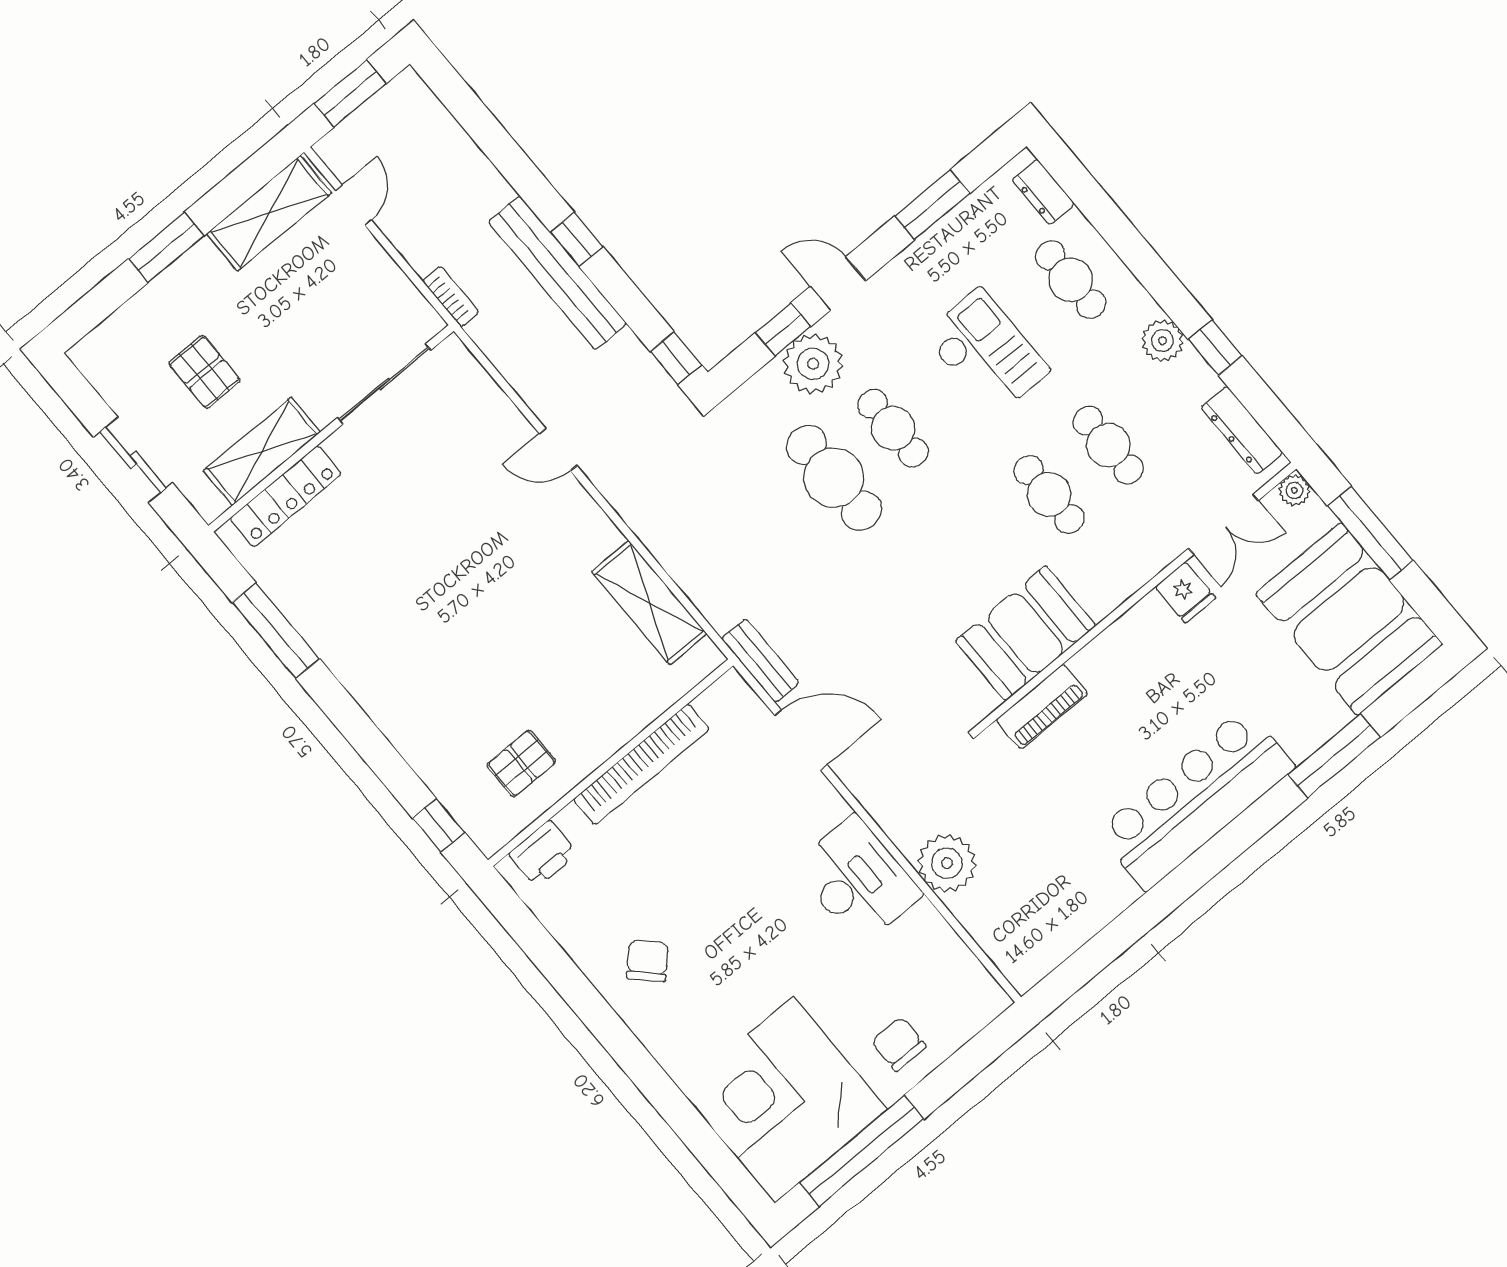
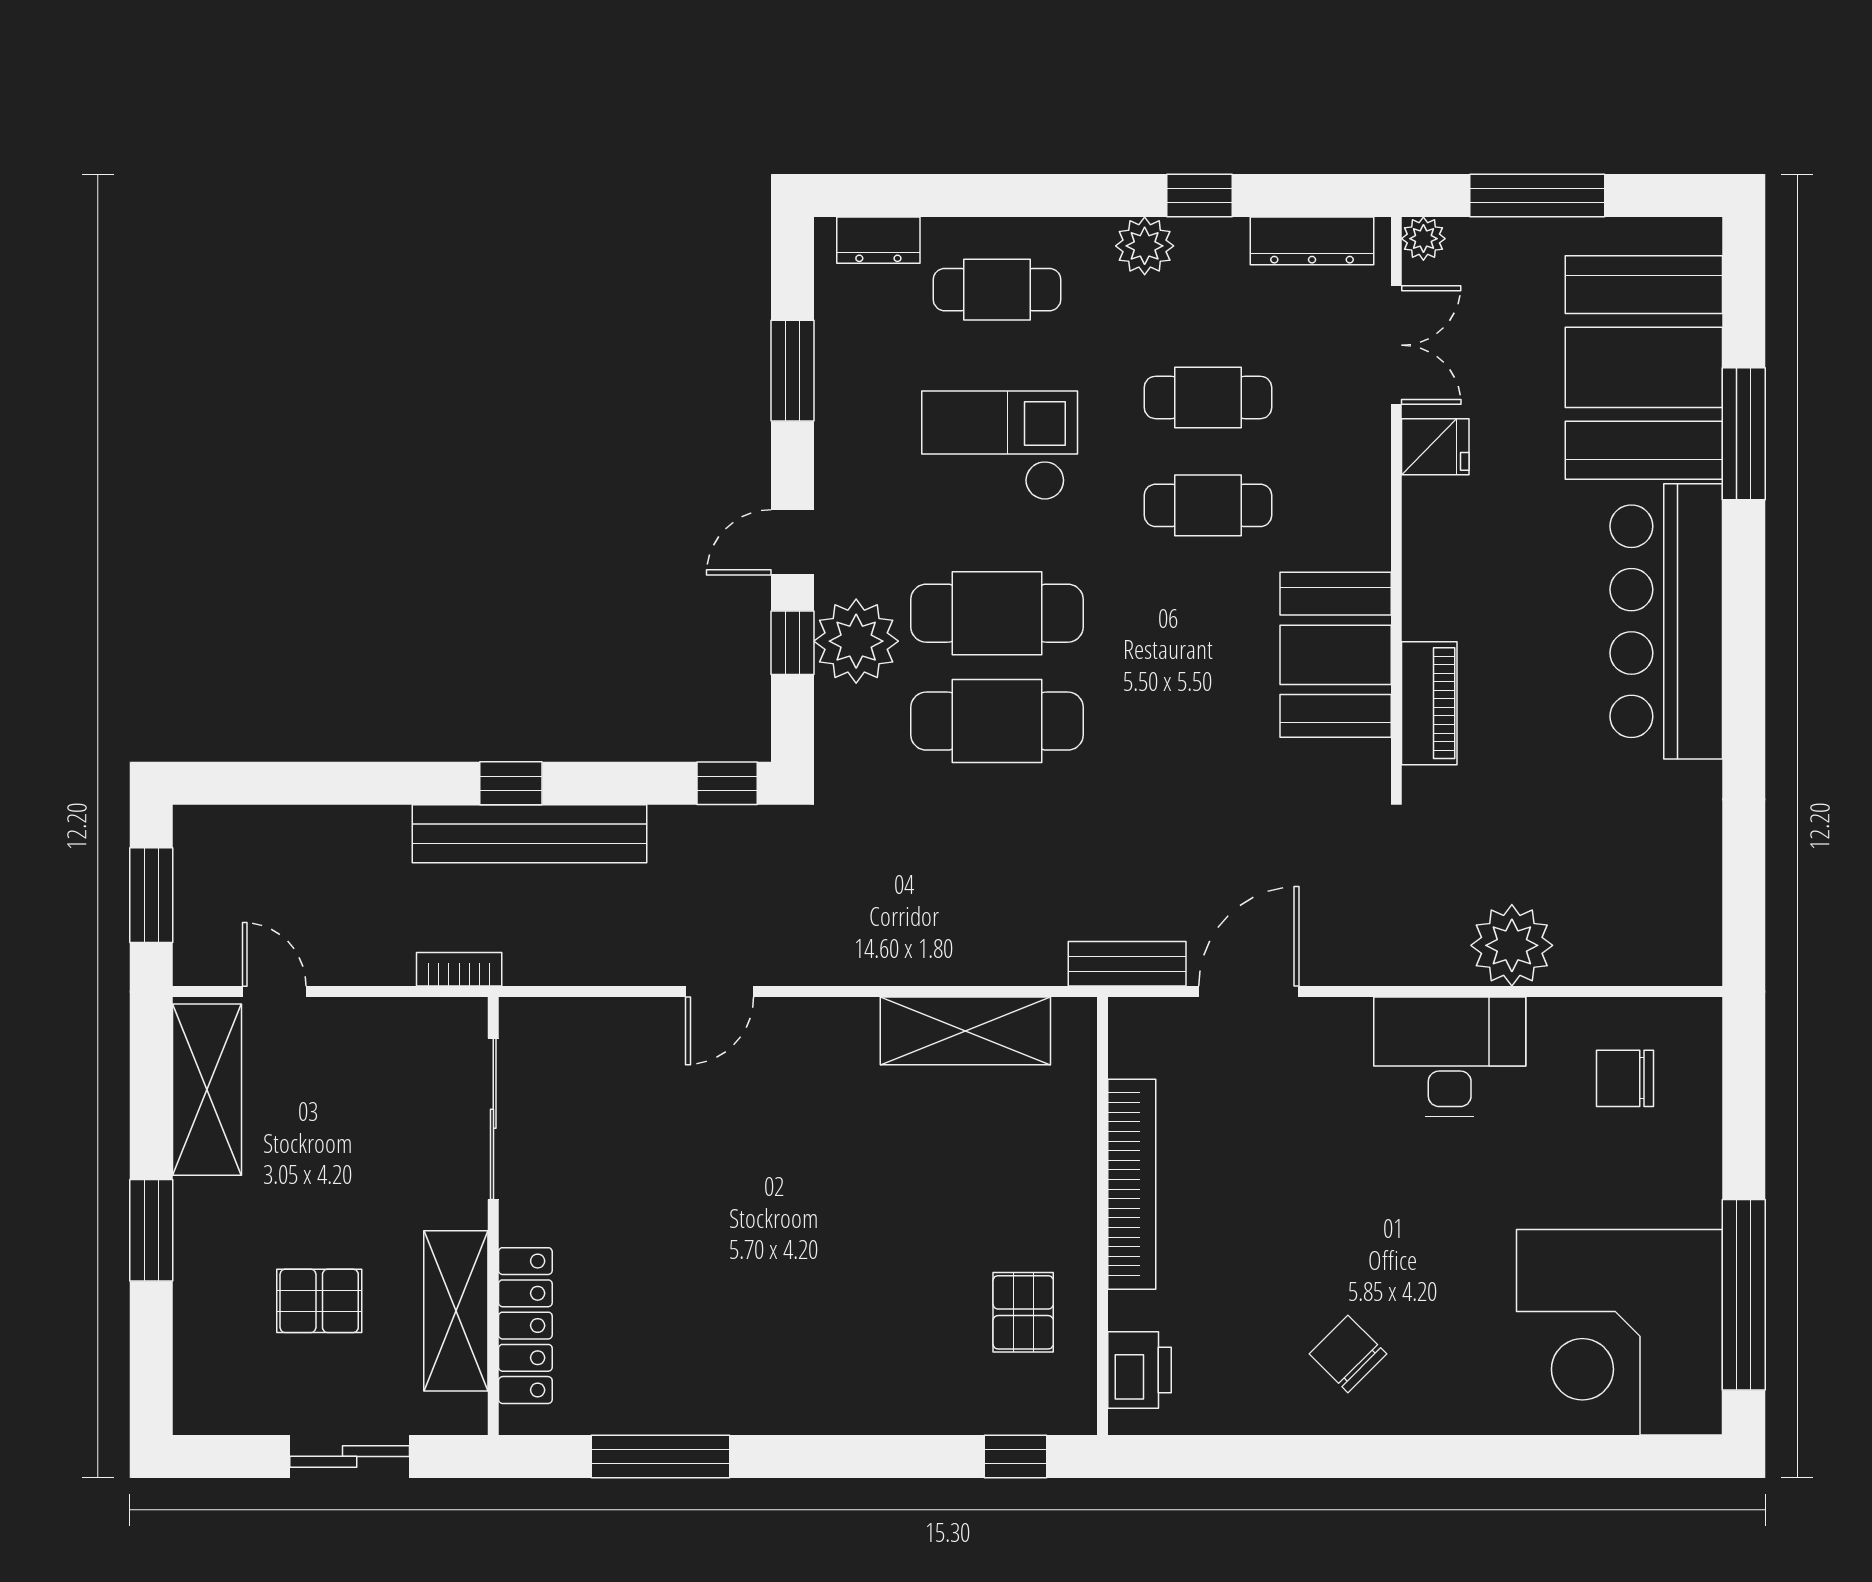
cafe table: (893, 428) -> (997, 613), width x1.37, depth x1.35
booth: (1349, 619) -> (1644, 367), moved, turned 90
chair: (899, 1044) -> (1625, 1078), moved

